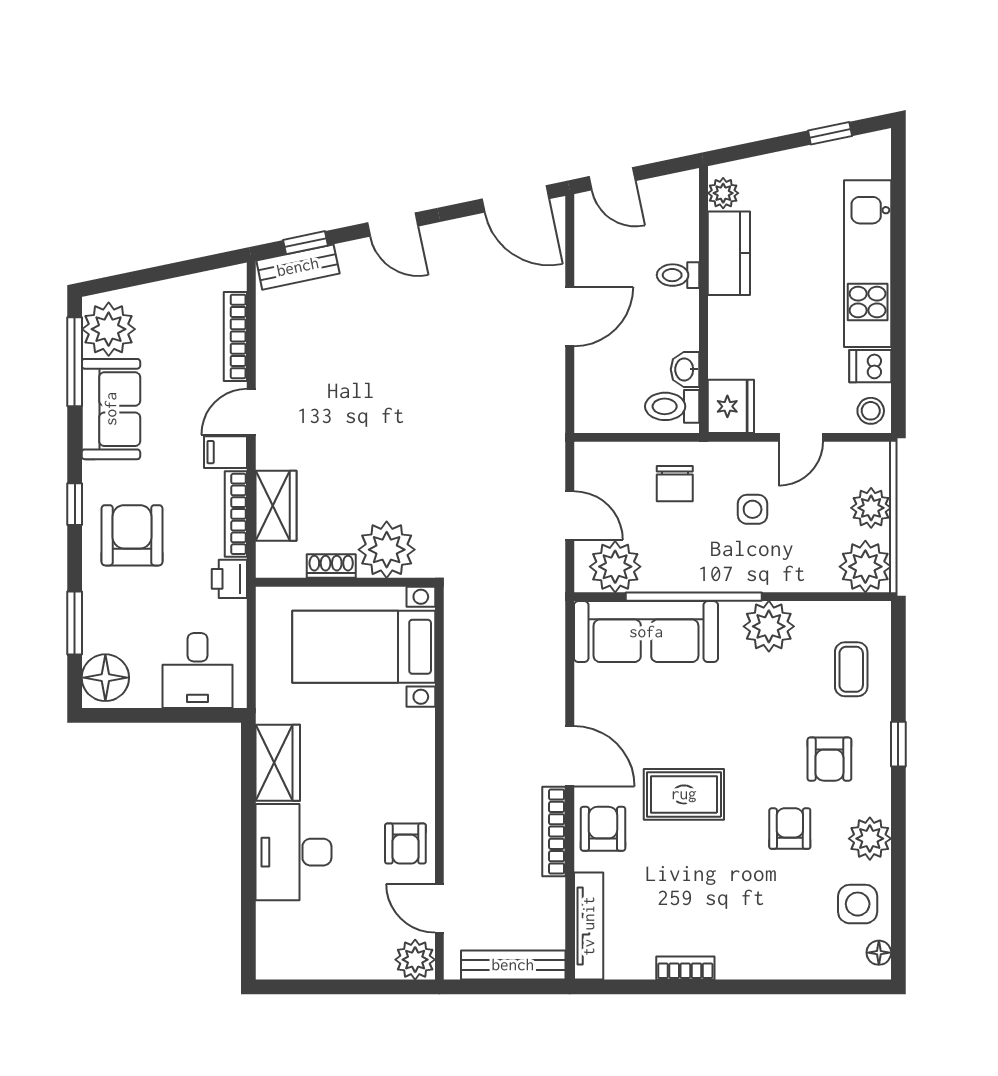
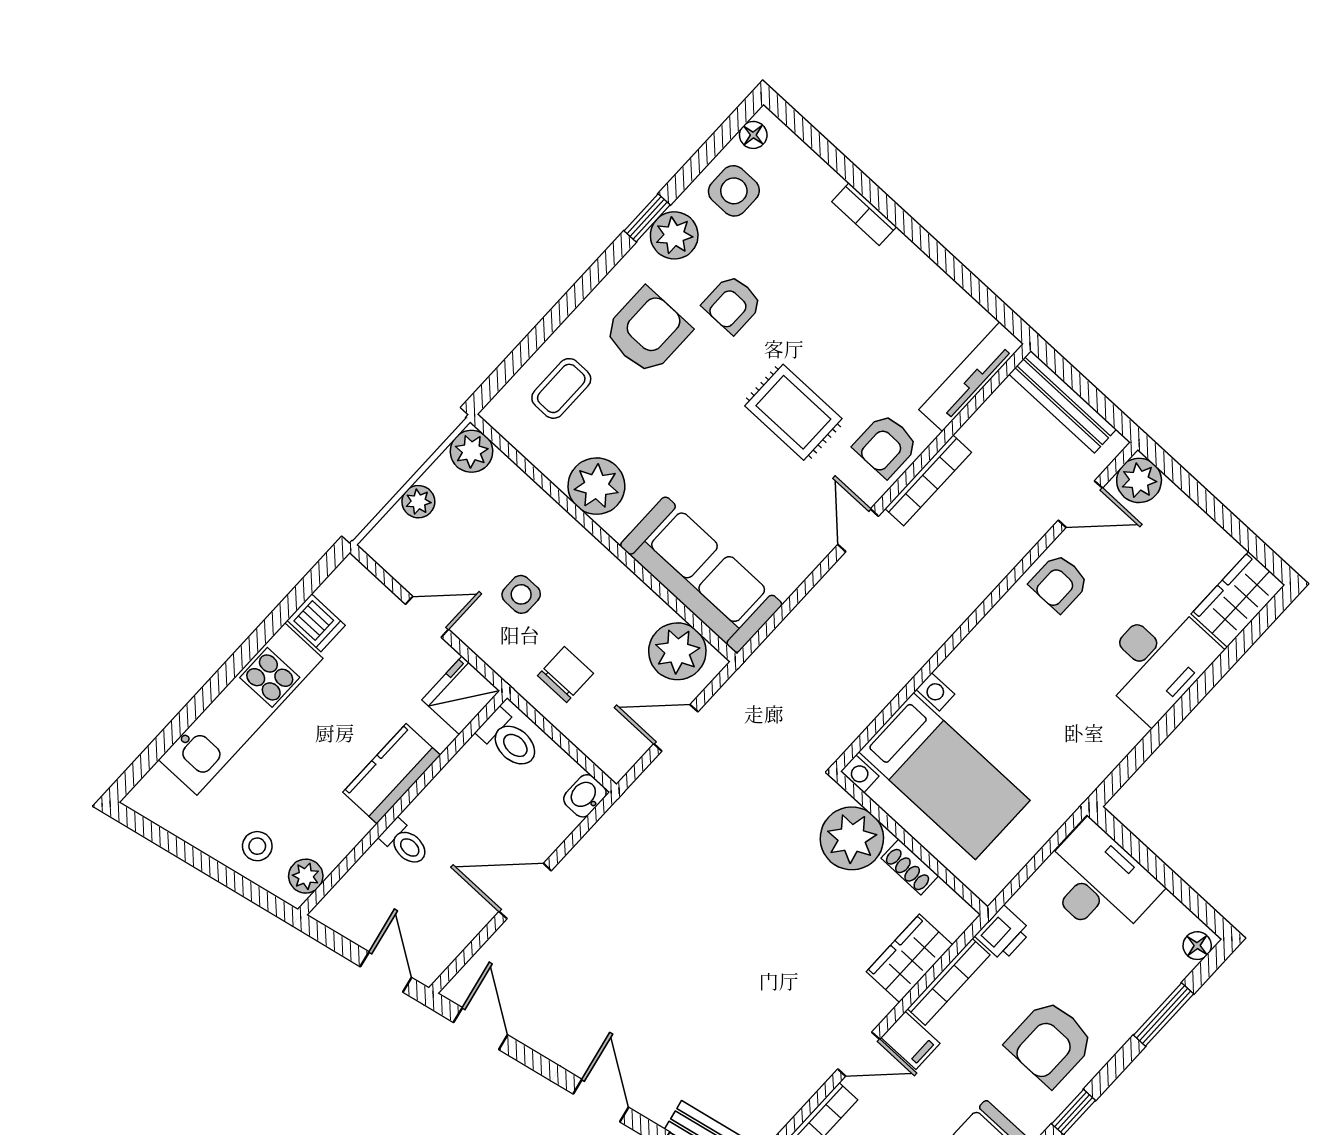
window: (830, 133) -> (173, 844), removed
door: (515, 199) -> (481, 1029), width x0.73
kitchen counter: (729, 253) -> (392, 774), moved
washbasin: (685, 369) -> (585, 796), moved, turned 180
stool: (871, 411) -> (257, 846), moved
plant: (871, 508) -> (418, 502), width x0.73, depth x0.73
door: (570, 515) -> (676, 728), hinge flipped
plant: (865, 567) -> (472, 451), width x0.73, depth x0.73
window: (694, 597) -> (636, 567), removed
desk: (198, 671) -> (1099, 882), width x1.37
floor lamp: (105, 678) -> (1197, 946), width x0.53, depth x0.53
window: (898, 744) -> (647, 218), moved
door: (570, 756) -> (858, 530), width x0.73
armchair: (829, 759) -> (647, 331), width x1.38, depth x1.38
wardrobe: (278, 763) -> (1238, 599), moved
armchair: (405, 844) -> (1059, 583), turned 180
door: (439, 908) -> (1080, 504), hinge flipped
bookcase: (685, 968) -> (864, 214), moved

